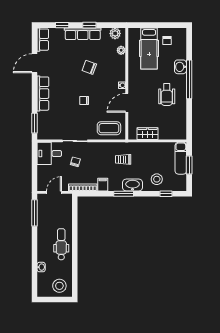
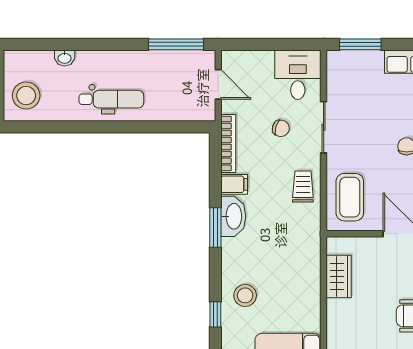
trolley: (123, 159) -> (303, 186), moved
washbasin: (133, 185) -> (233, 216), moved

